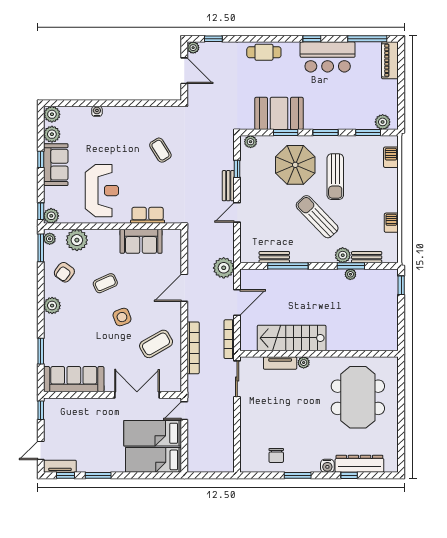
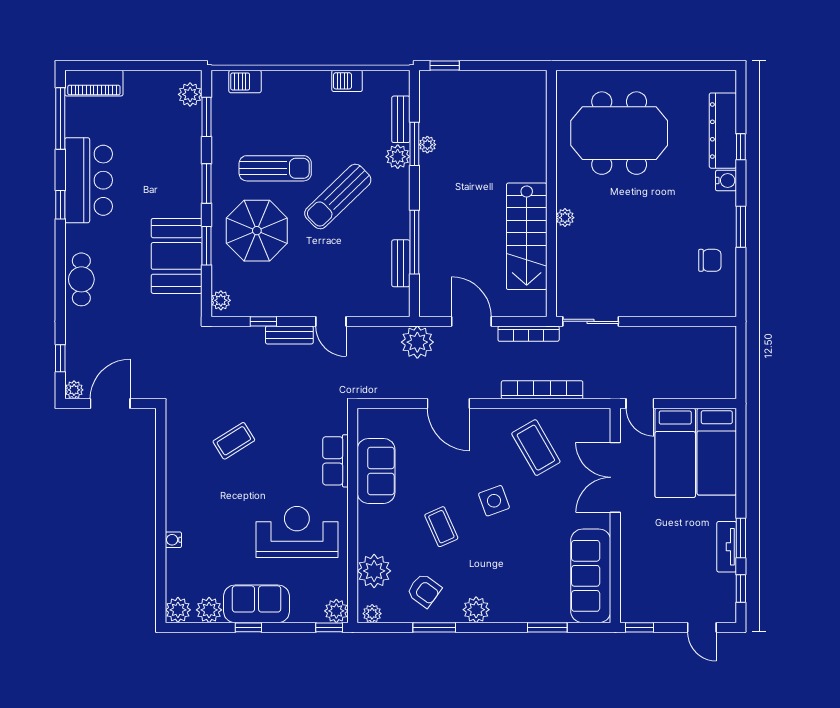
window: (41, 248) -> (434, 627), moved
tv unit: (280, 363) -> (566, 254), removed
tv unit: (60, 466) -> (727, 547), moved

